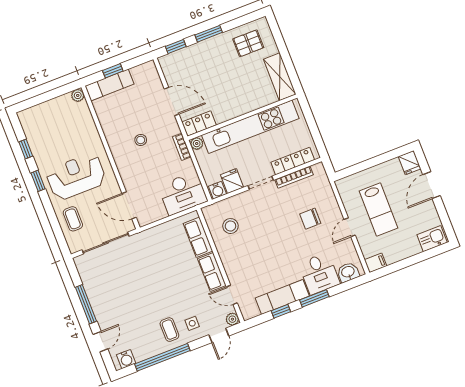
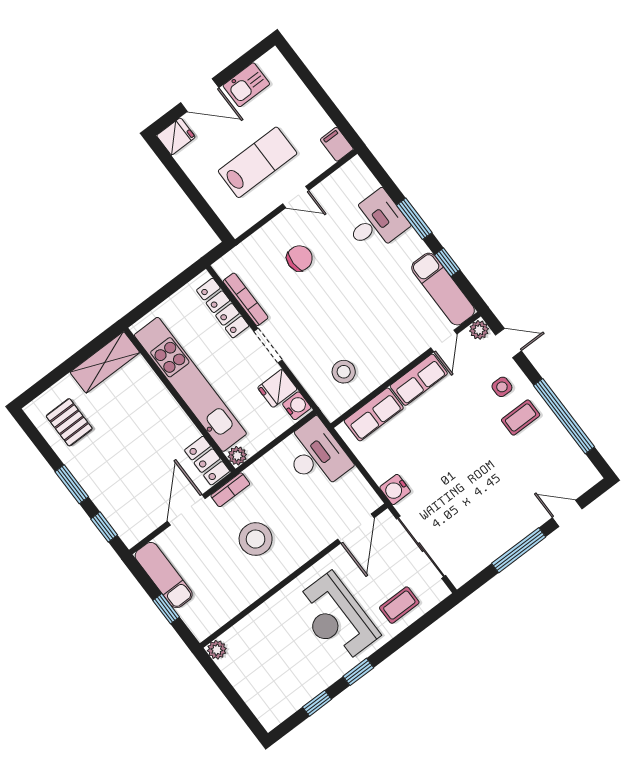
exam couch: (109, 85) -> (164, 575), moved
stool: (141, 140) -> (256, 539), width x1.89, depth x1.89
bookcase: (182, 147) -> (230, 490), moved
chair: (310, 219) -> (299, 258), turned -90
kitchen sink: (432, 239) -> (246, 85), moved, turned -90
washbasin: (348, 272) -> (362, 181), removed
exam couch: (282, 297) -> (443, 289), moved
water cooler: (126, 359) -> (395, 489), moved, turned 180

